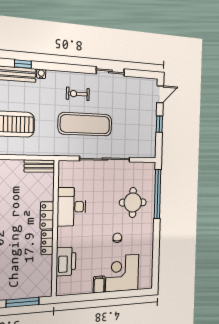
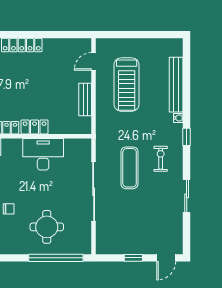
window: (23, 64) -> (187, 137), moved
door: (160, 94) -> (166, 258), hinge flipped
exercise mat: (85, 124) -> (130, 168), width x0.73, depth x0.69
bench: (39, 166) -> (85, 100), moved

